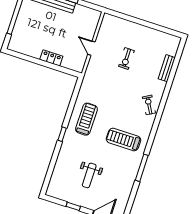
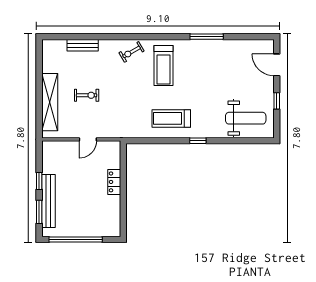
shelving: (130, 28) -> (50, 102), added
treadmill: (124, 139) -> (163, 65), moved
weight bench: (89, 175) -> (246, 118), moved, width x1.36, depth x1.33

